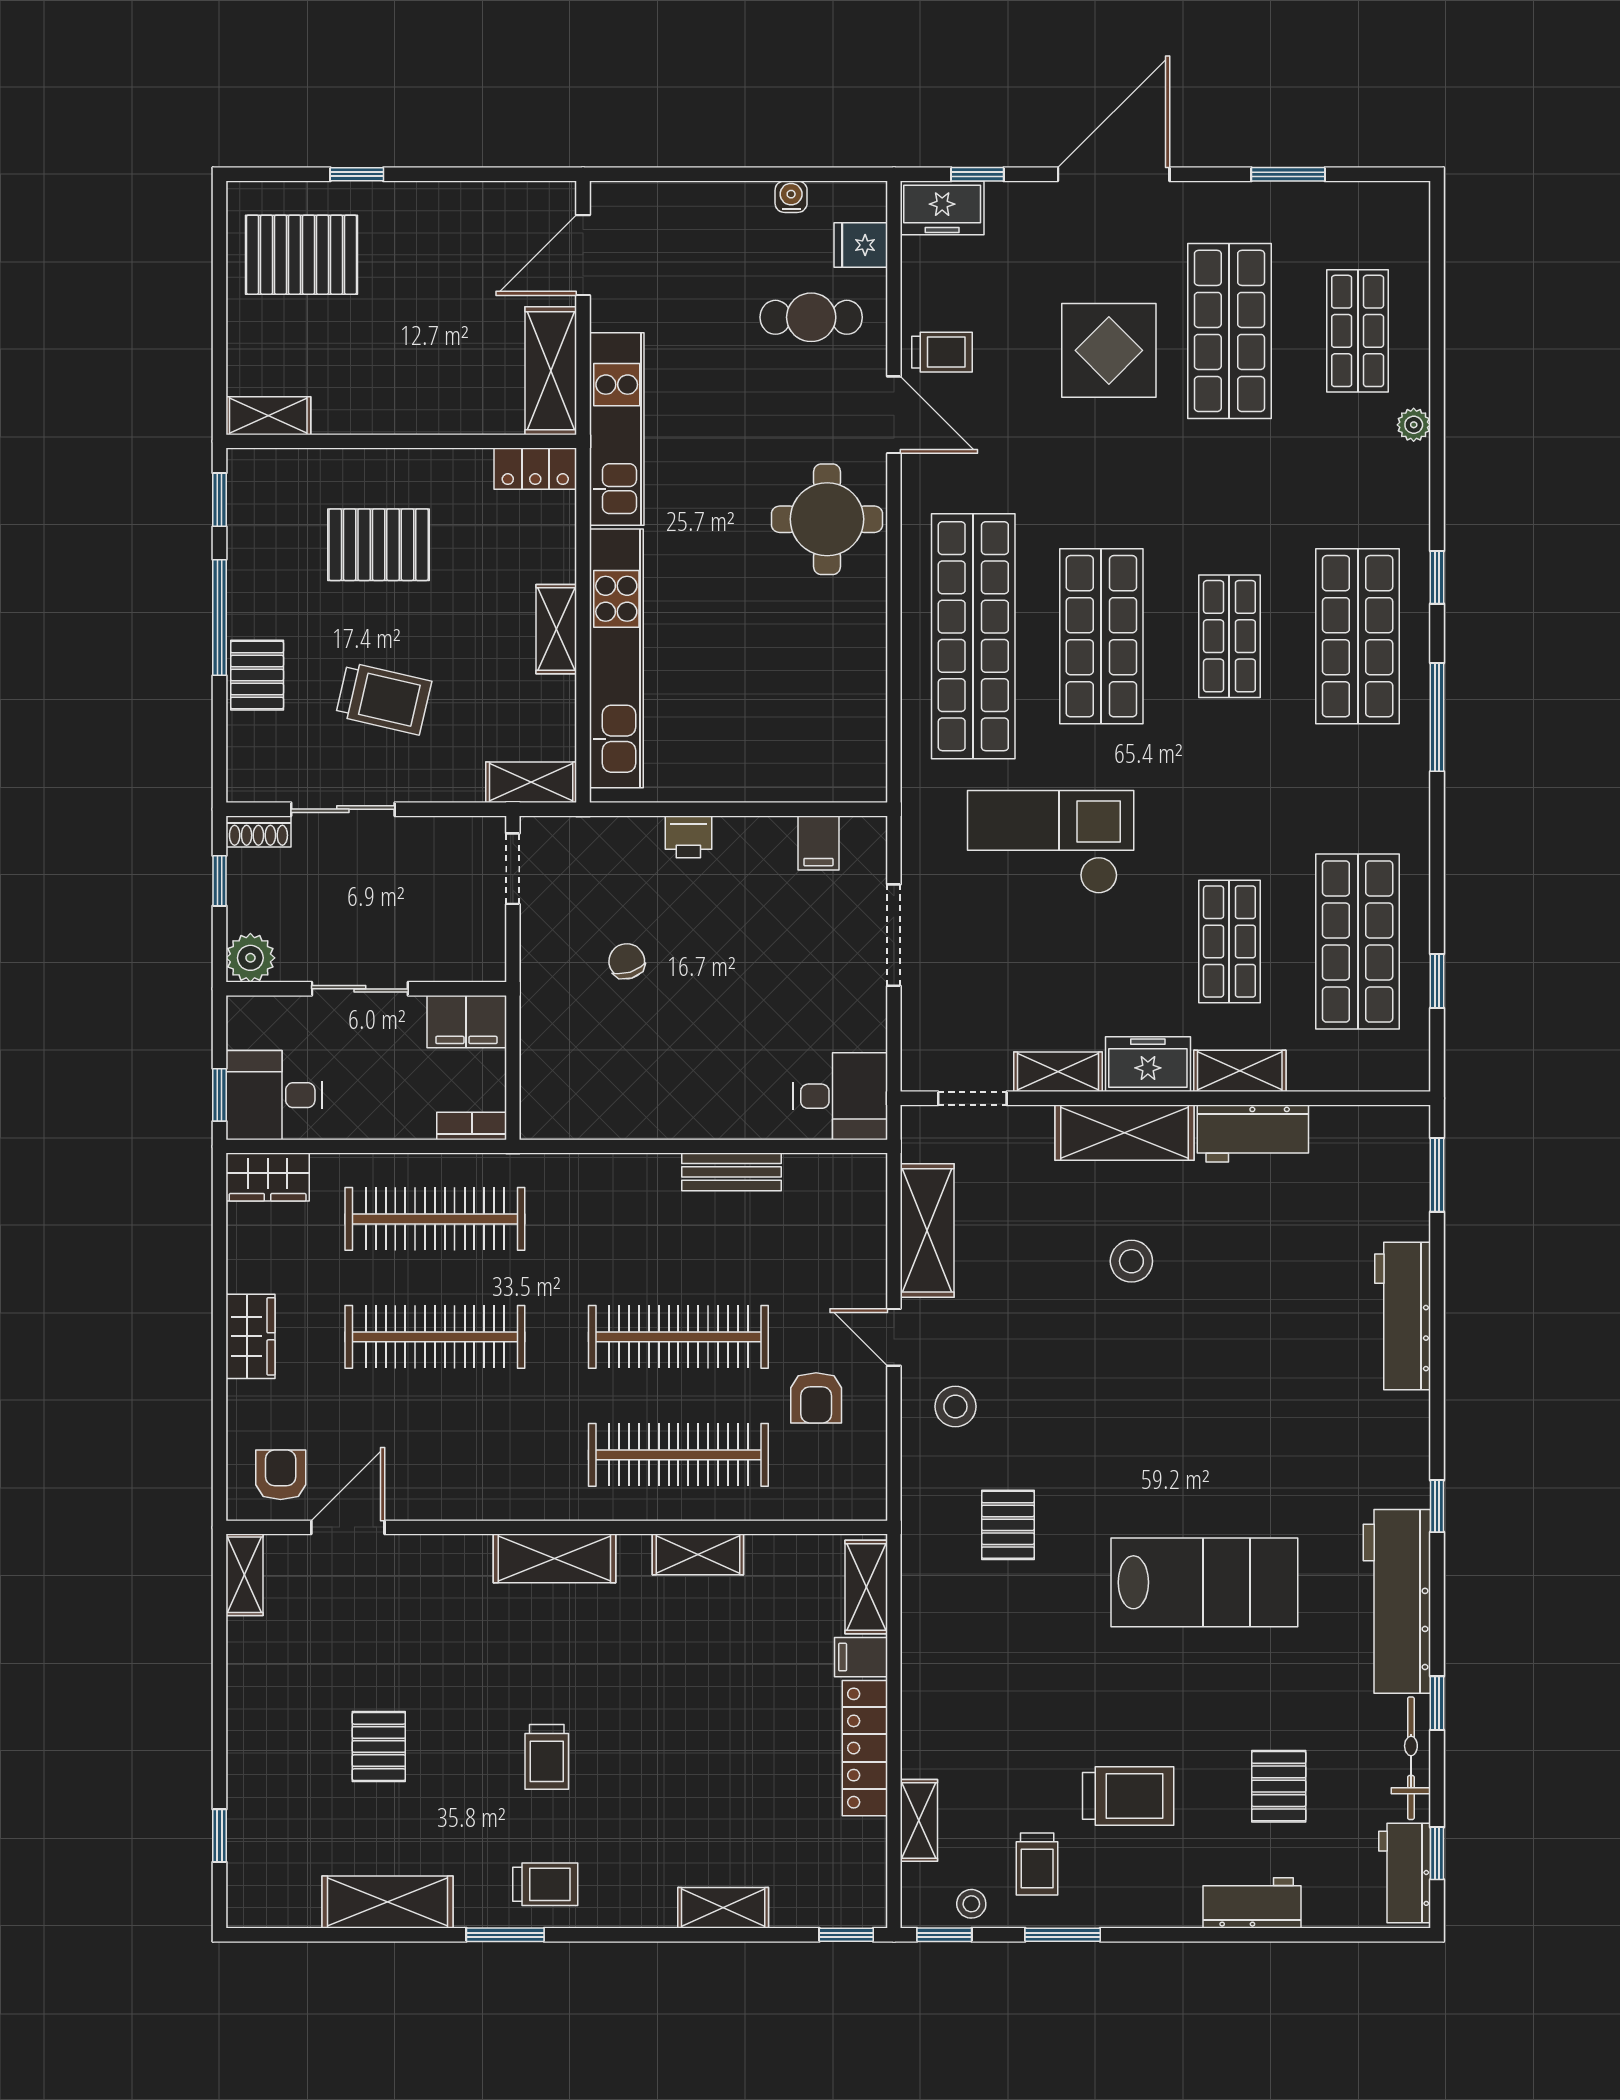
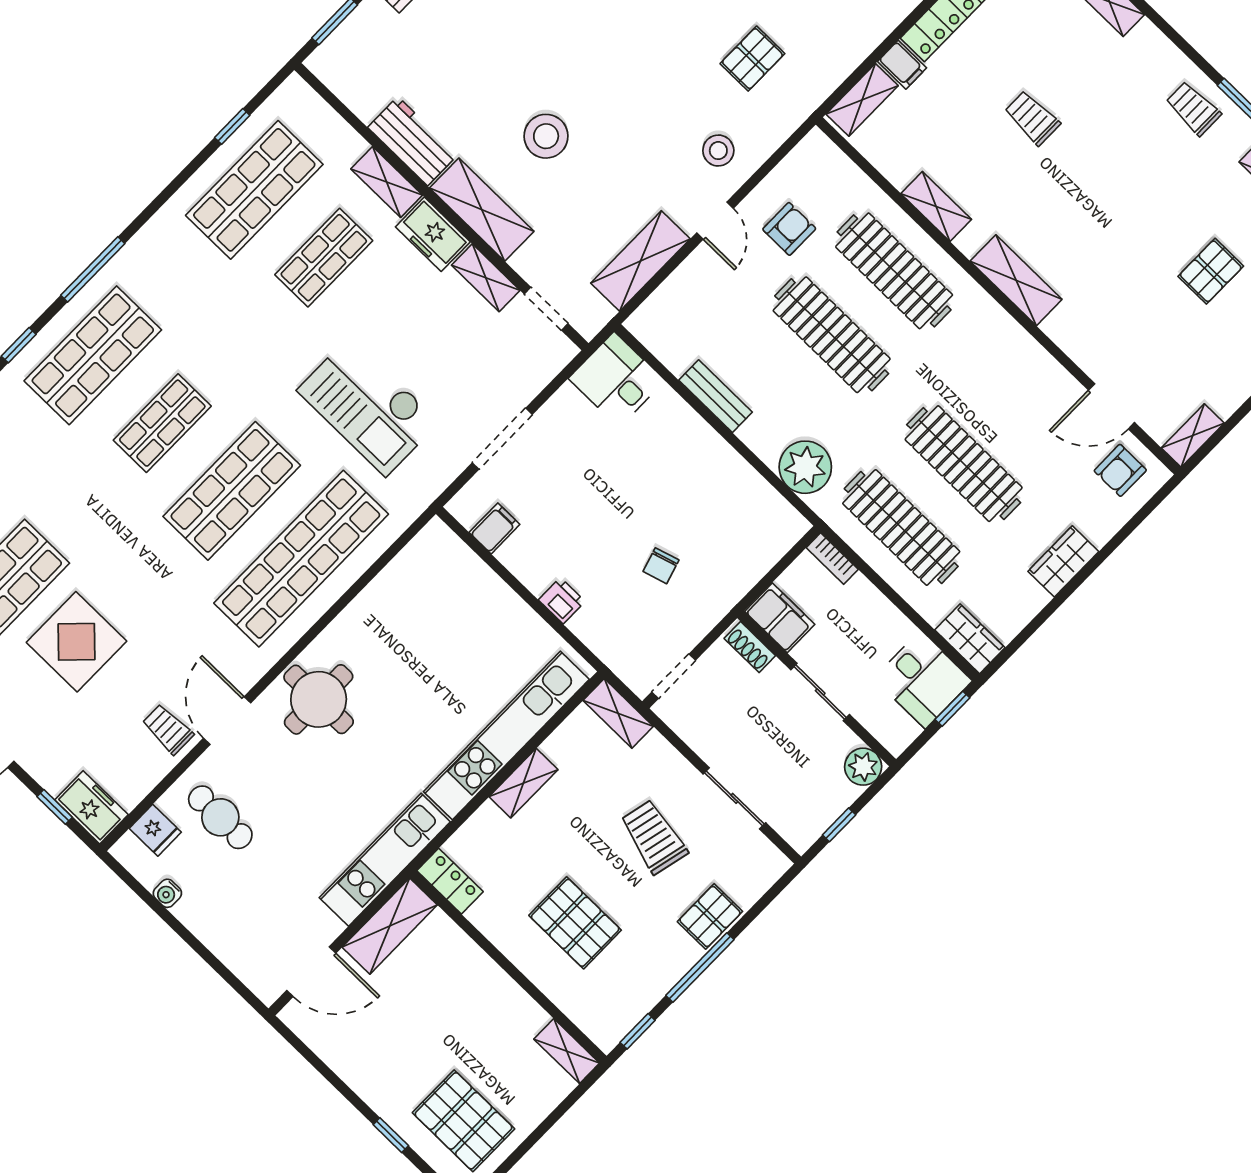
shoe rack: (258, 832) -> (750, 647), moved, turned 180
plant: (581, 1187) -> (805, 467), added
stool: (1131, 1261) -> (546, 136), width x1.38, depth x1.38
trolley: (547, 1757) -> (1032, 118), moved, turned -90

